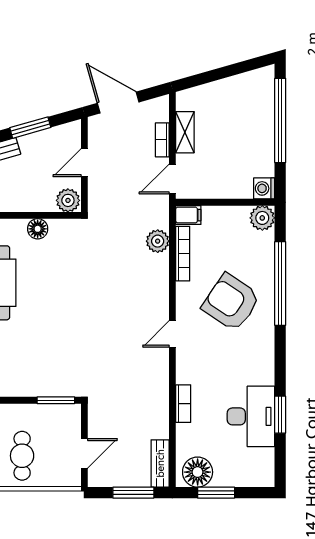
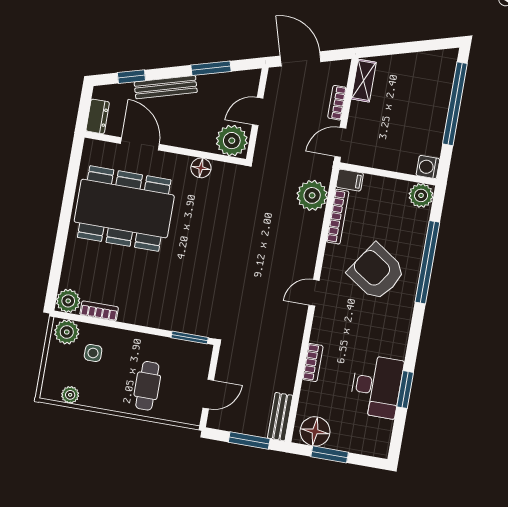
shelving: (185, 132) -> (364, 81), moved
plant: (68, 200) -> (232, 141), width x1.36, depth x1.36
plant: (158, 241) -> (312, 195), width x1.36, depth x1.36

